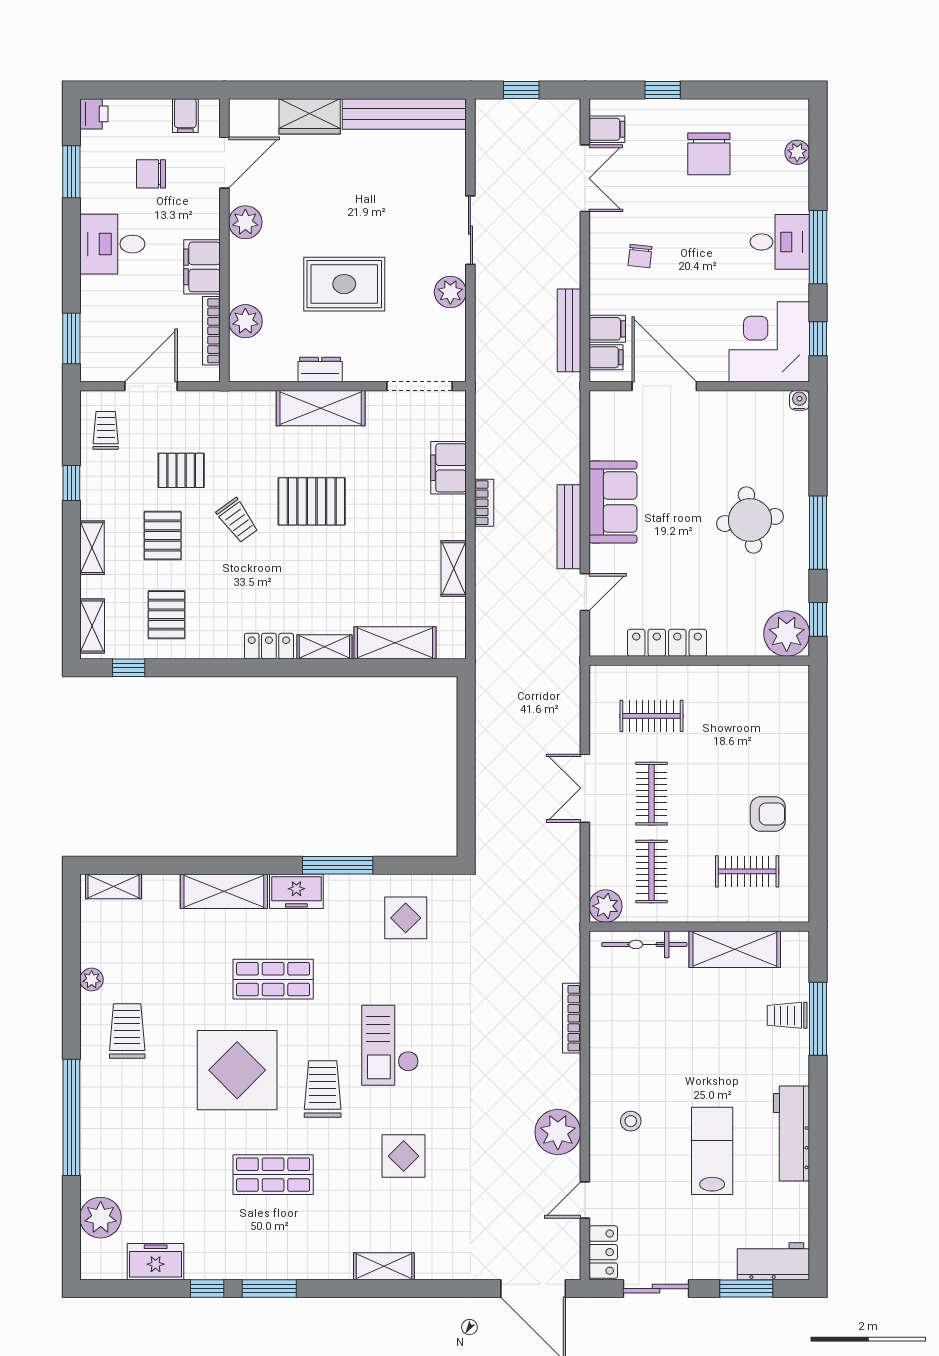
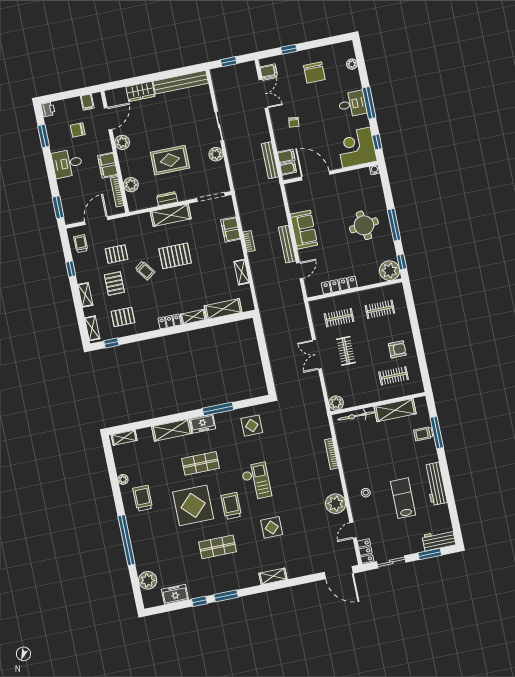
pallet: (167, 615) -> (123, 317), turned 90
clothes rail: (651, 871) -> (380, 309), moved, turned 90
checkout: (390, 1045) -> (256, 481), turned 180

